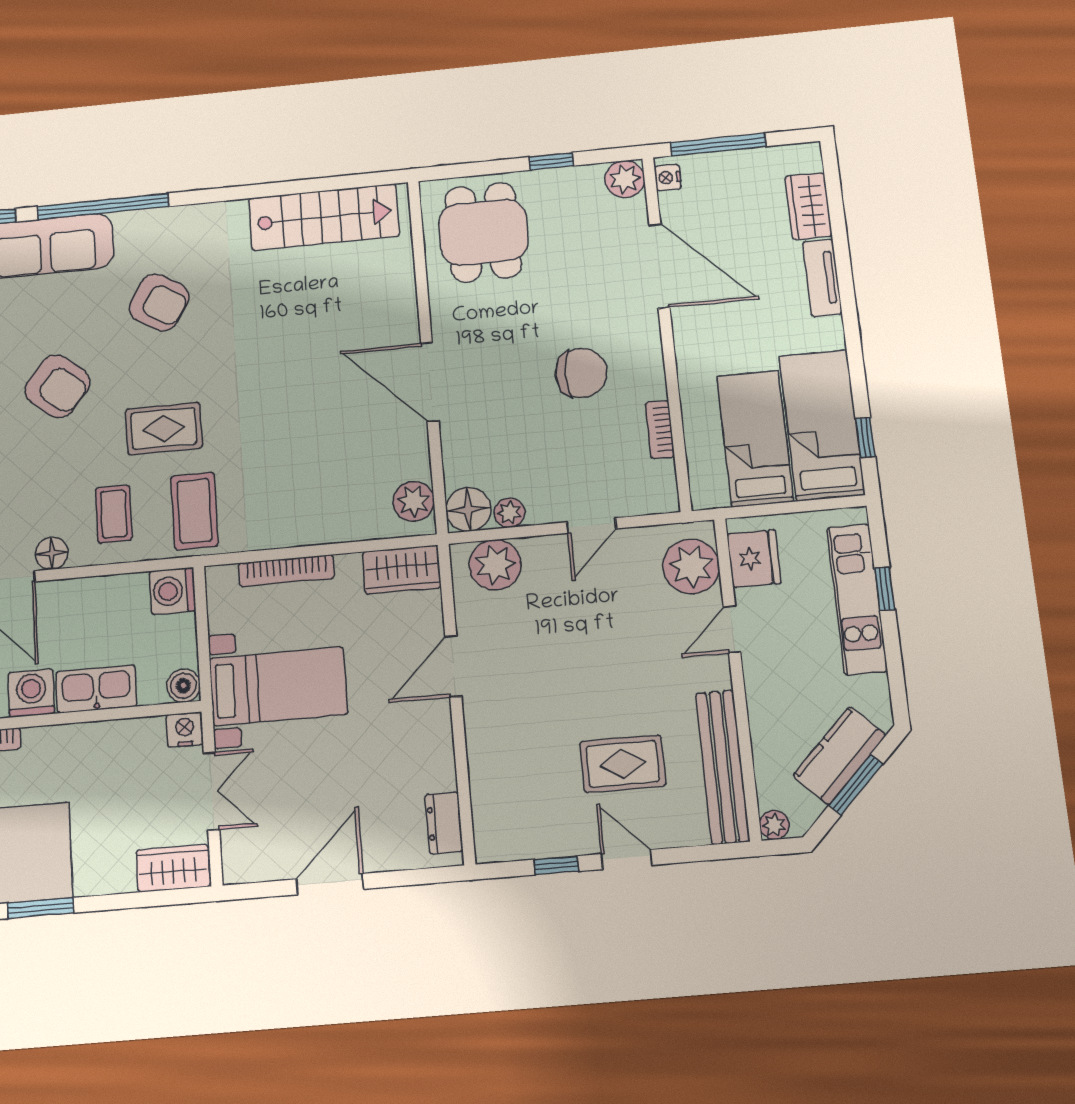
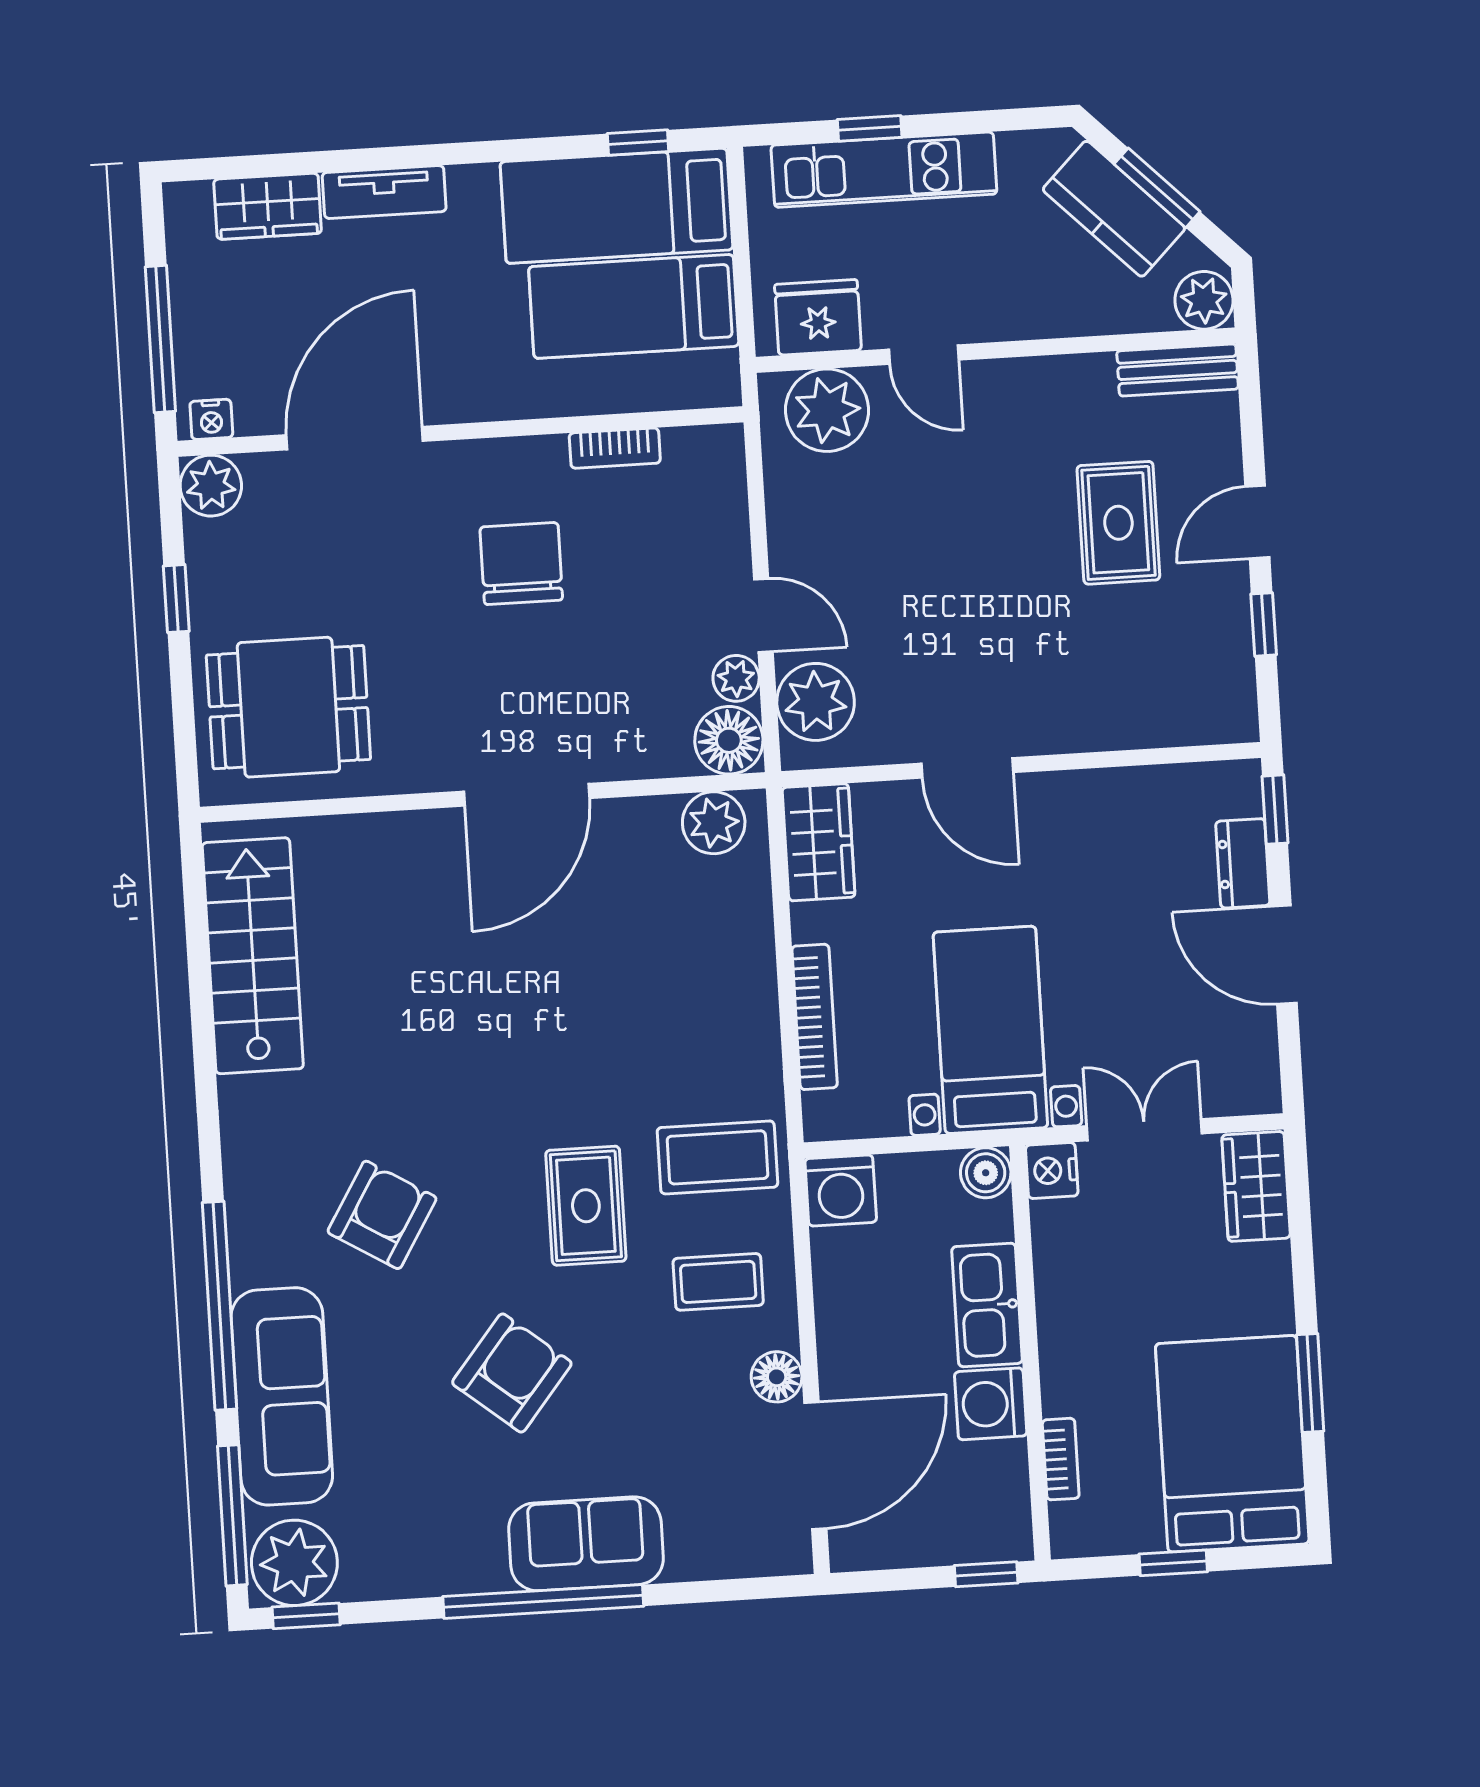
door: (591, 525) -> (763, 615), moved
bench: (723, 767) -> (1178, 370), width x0.54, depth x0.82
dresser: (444, 823) -> (1243, 863), moved, turned 90
plant: (774, 825) -> (1204, 300), width x1.38, depth x1.38
window: (429, 876) -> (1275, 810), added

